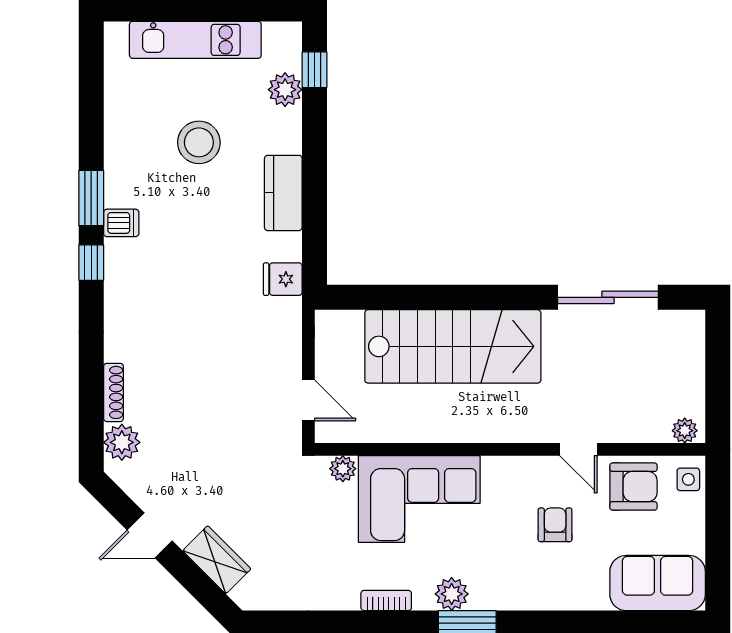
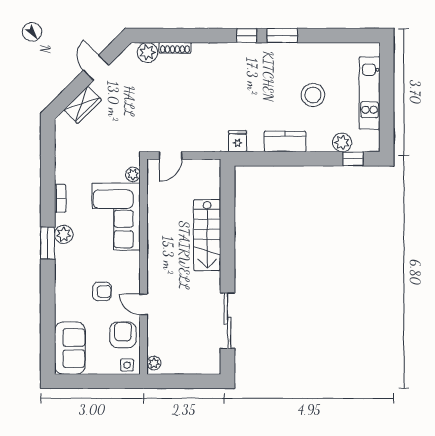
dishwasher: (121, 223) -> (269, 52), removed
stairs: (453, 346) -> (207, 235), width x0.73, depth x0.66
door: (578, 449) -> (144, 304), hinge flipped
armchair: (633, 487) -> (123, 335), turned 180

